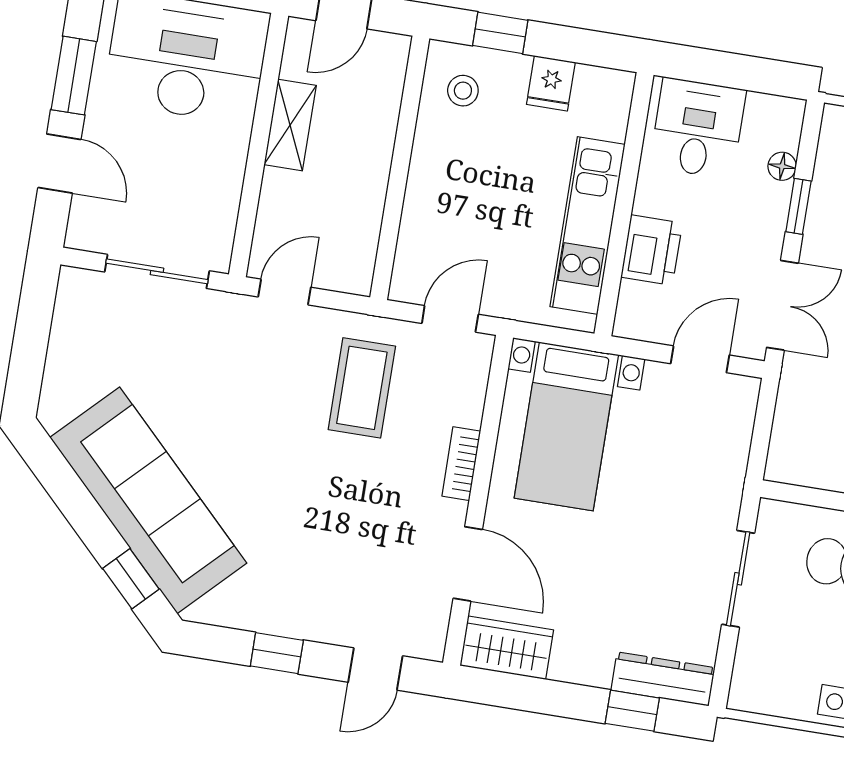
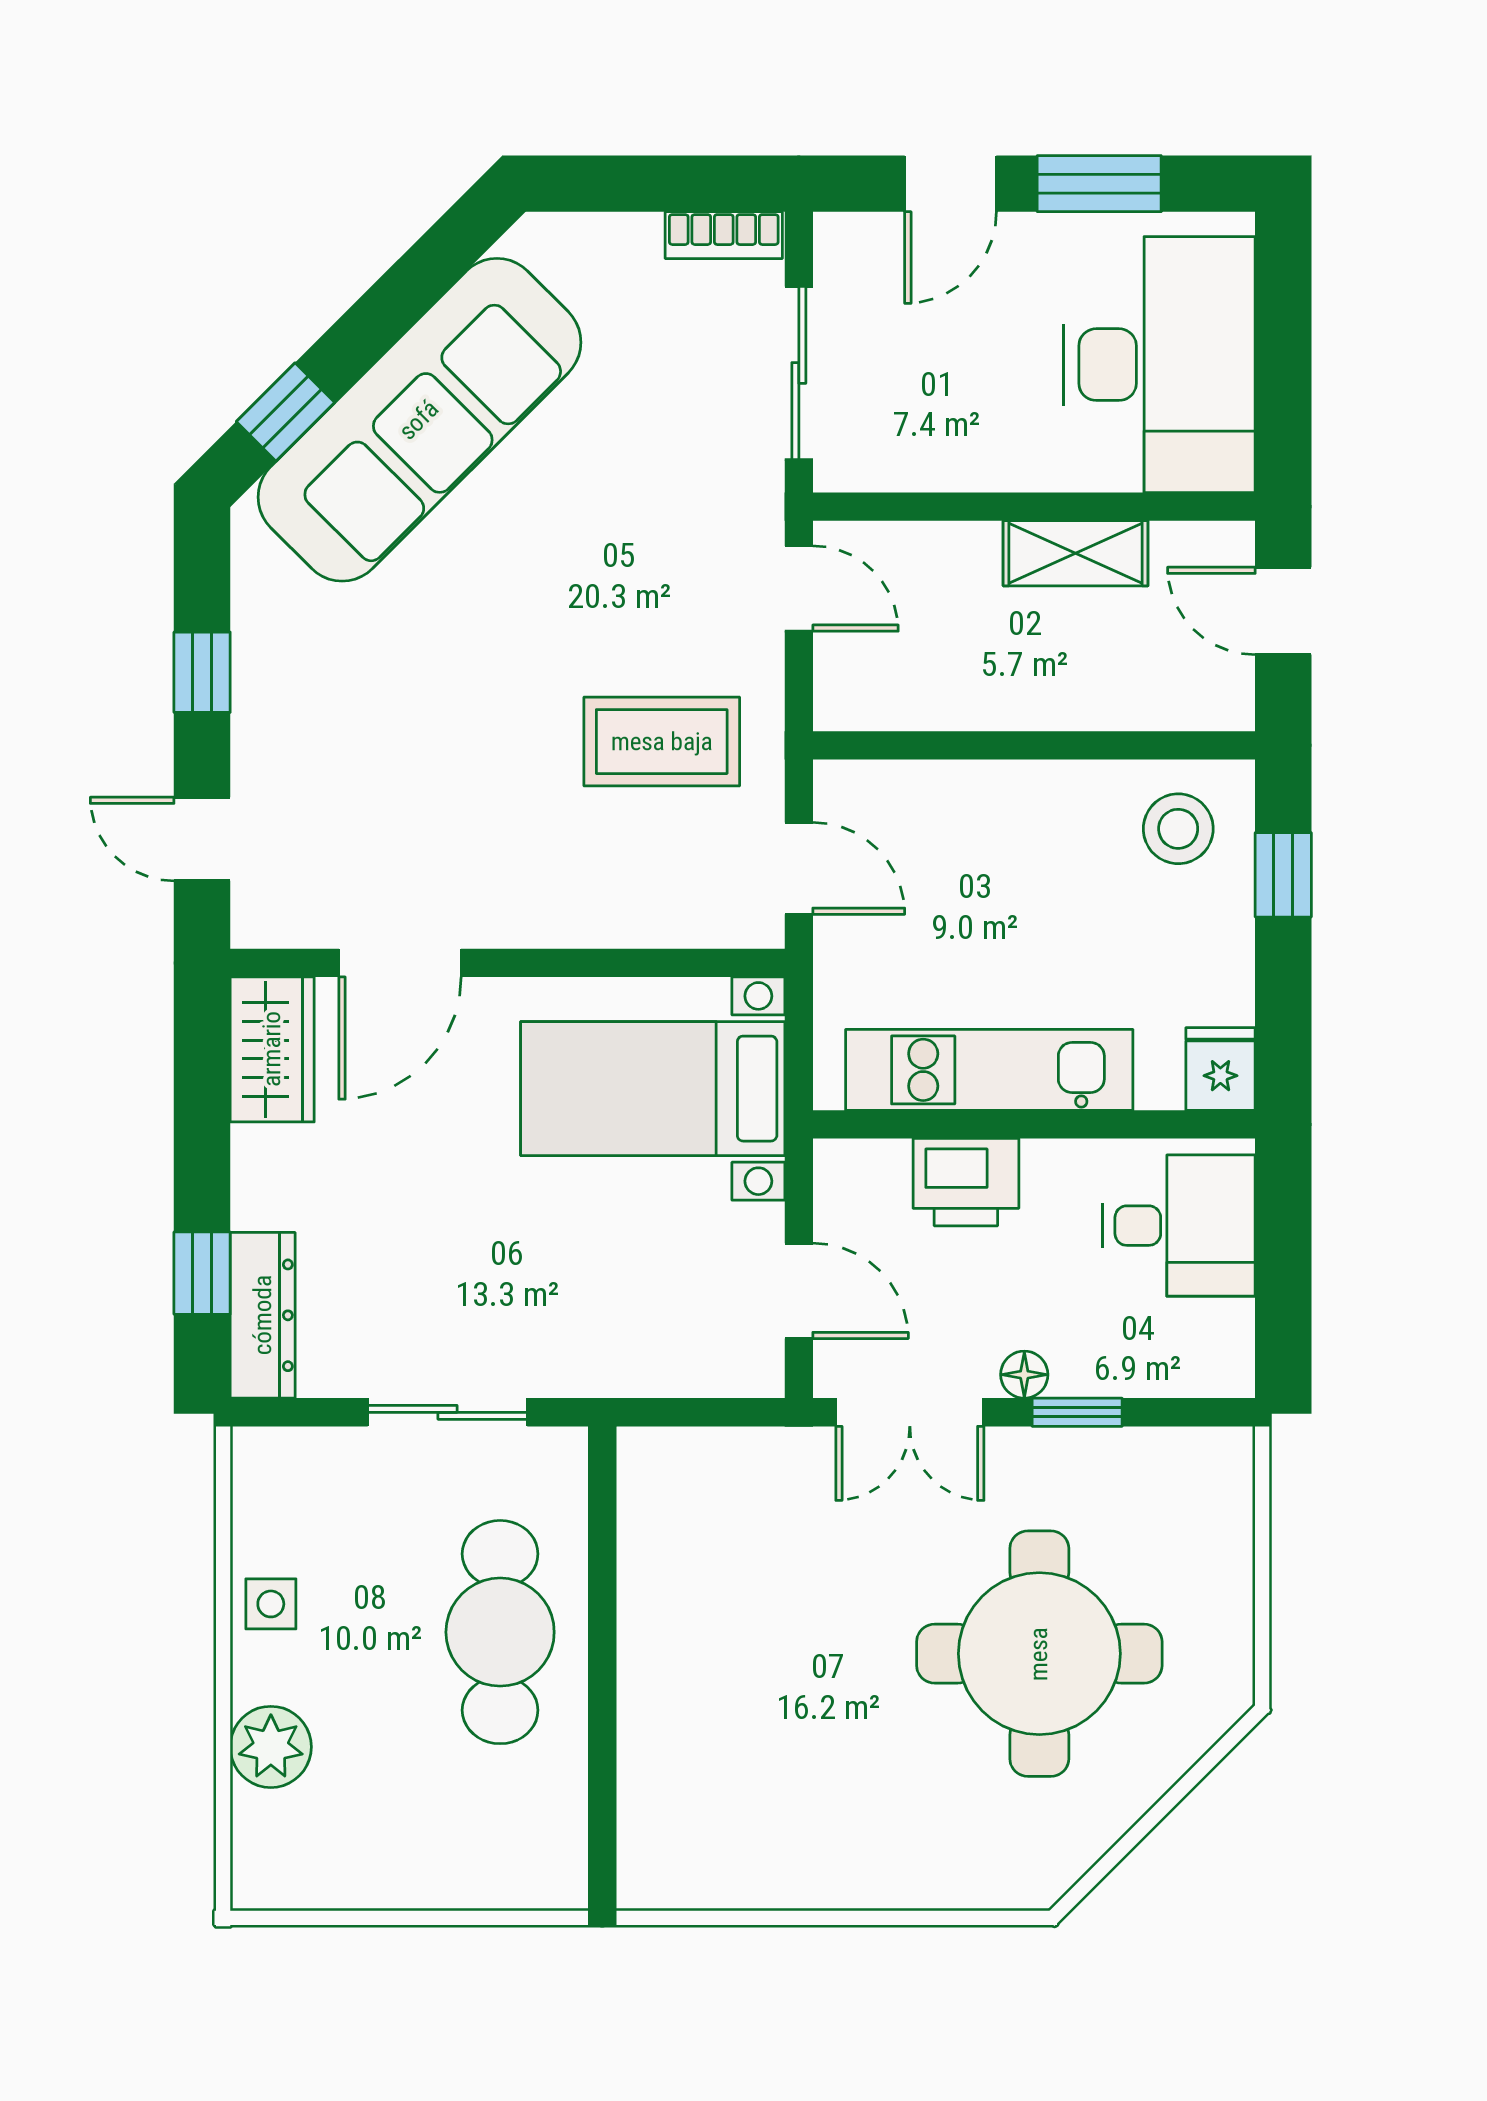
fridge: (551, 83) -> (1220, 1069), moved, turned 90
stool: (463, 91) -> (1178, 829), width x1.37, depth x1.37
floor lamp: (782, 166) -> (1024, 1375), moved
bookcase: (461, 464) -> (724, 235), moved, turned 180

